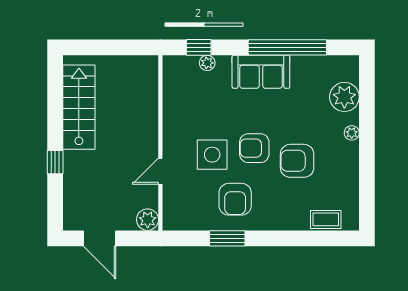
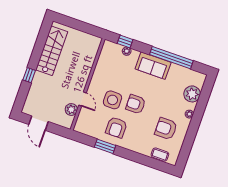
armchair: (297, 161) -> (166, 129), moved
door: (160, 171) -> (82, 99), swing flipped
plant: (148, 220) -> (71, 110), moved

